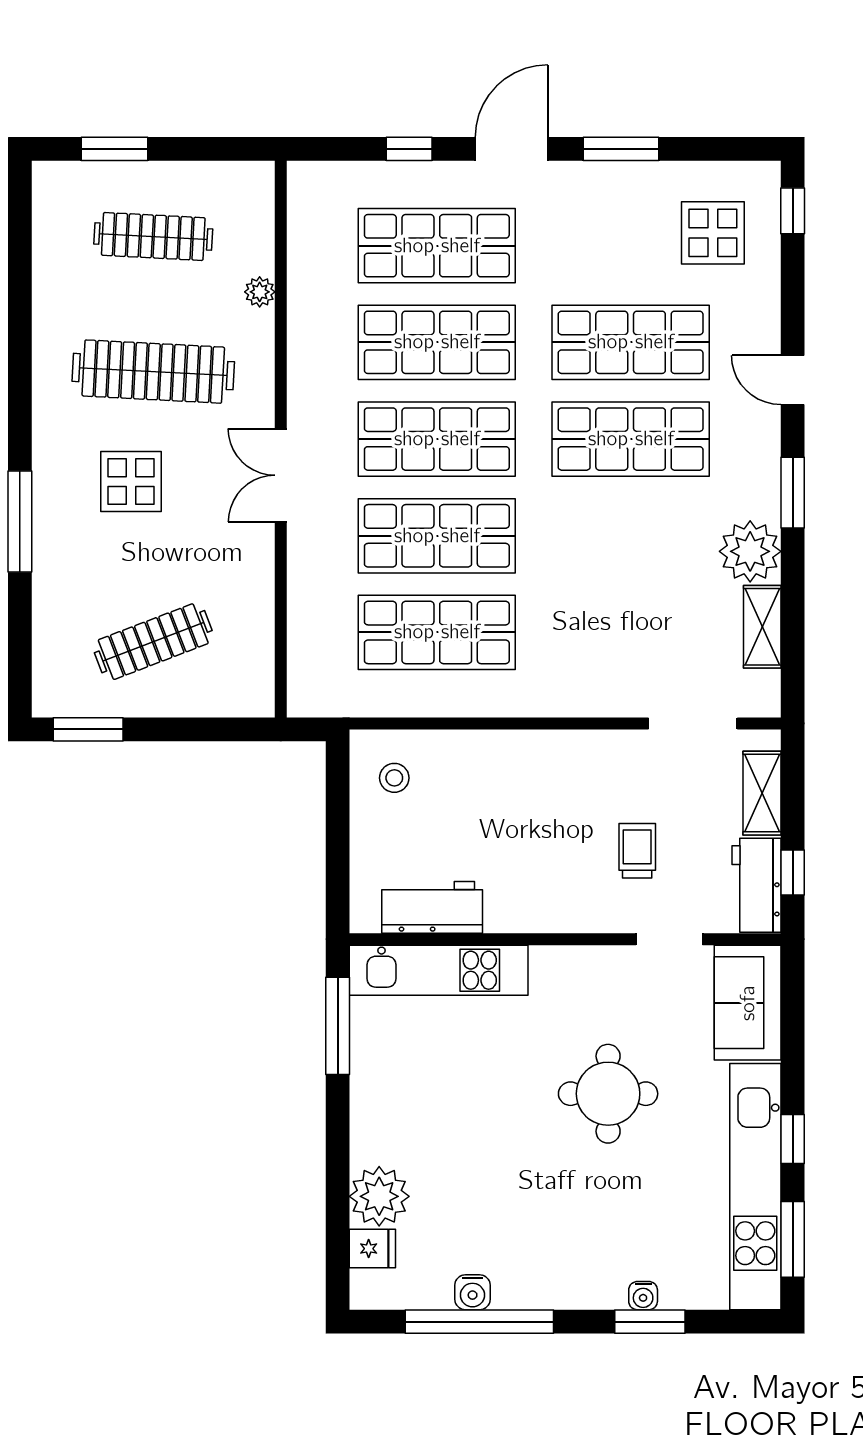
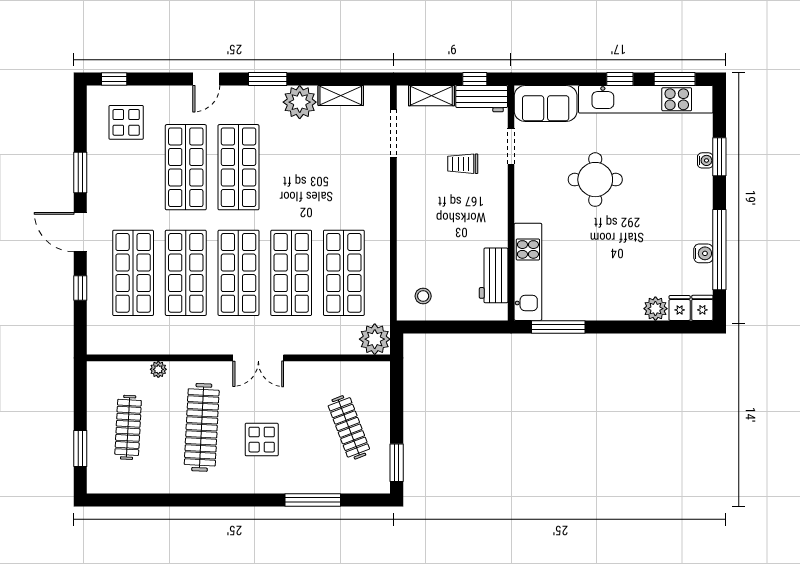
window: (20, 522) -> (313, 500), moved
plant: (315, 689) -> (375, 339), added
plant: (379, 1196) -> (655, 309), width x0.73, depth x0.73
fridge: (373, 1290) -> (702, 308), added

